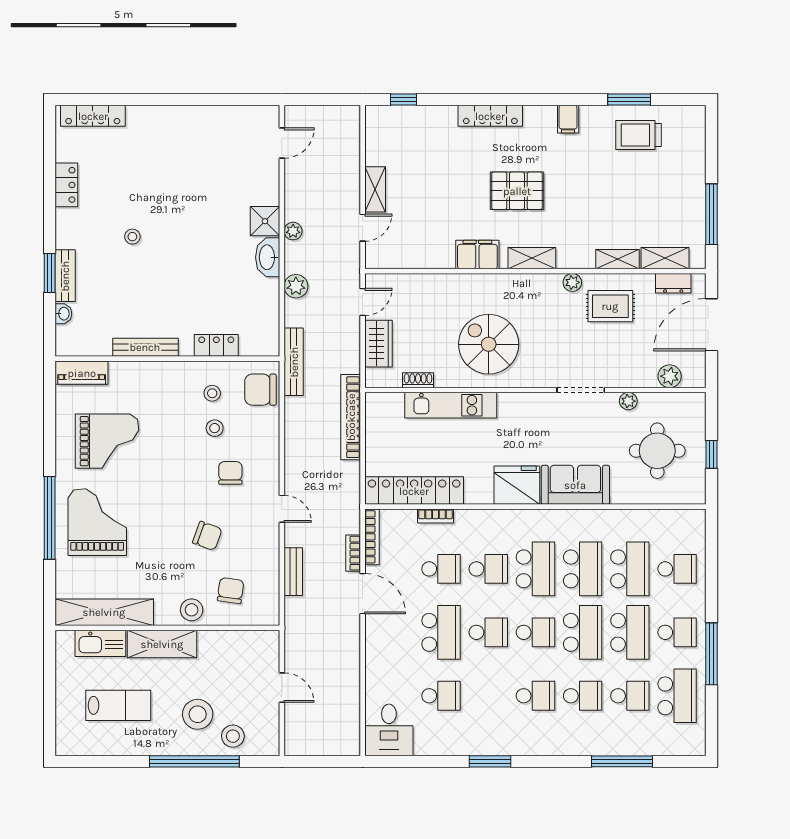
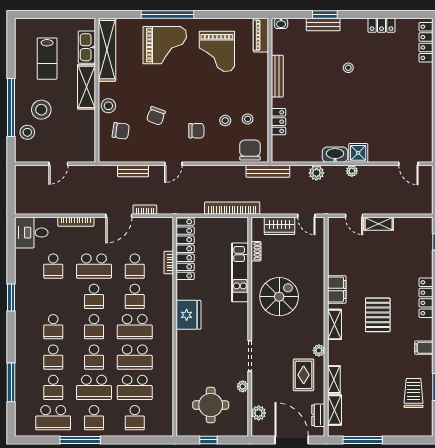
washbasin: (63, 314) -> (281, 23), moved
sofa: (575, 485) -> (189, 352), removed
bookcase: (372, 537) -> (76, 222), moved
school desk: (583, 632) -> (94, 357), width x0.54

